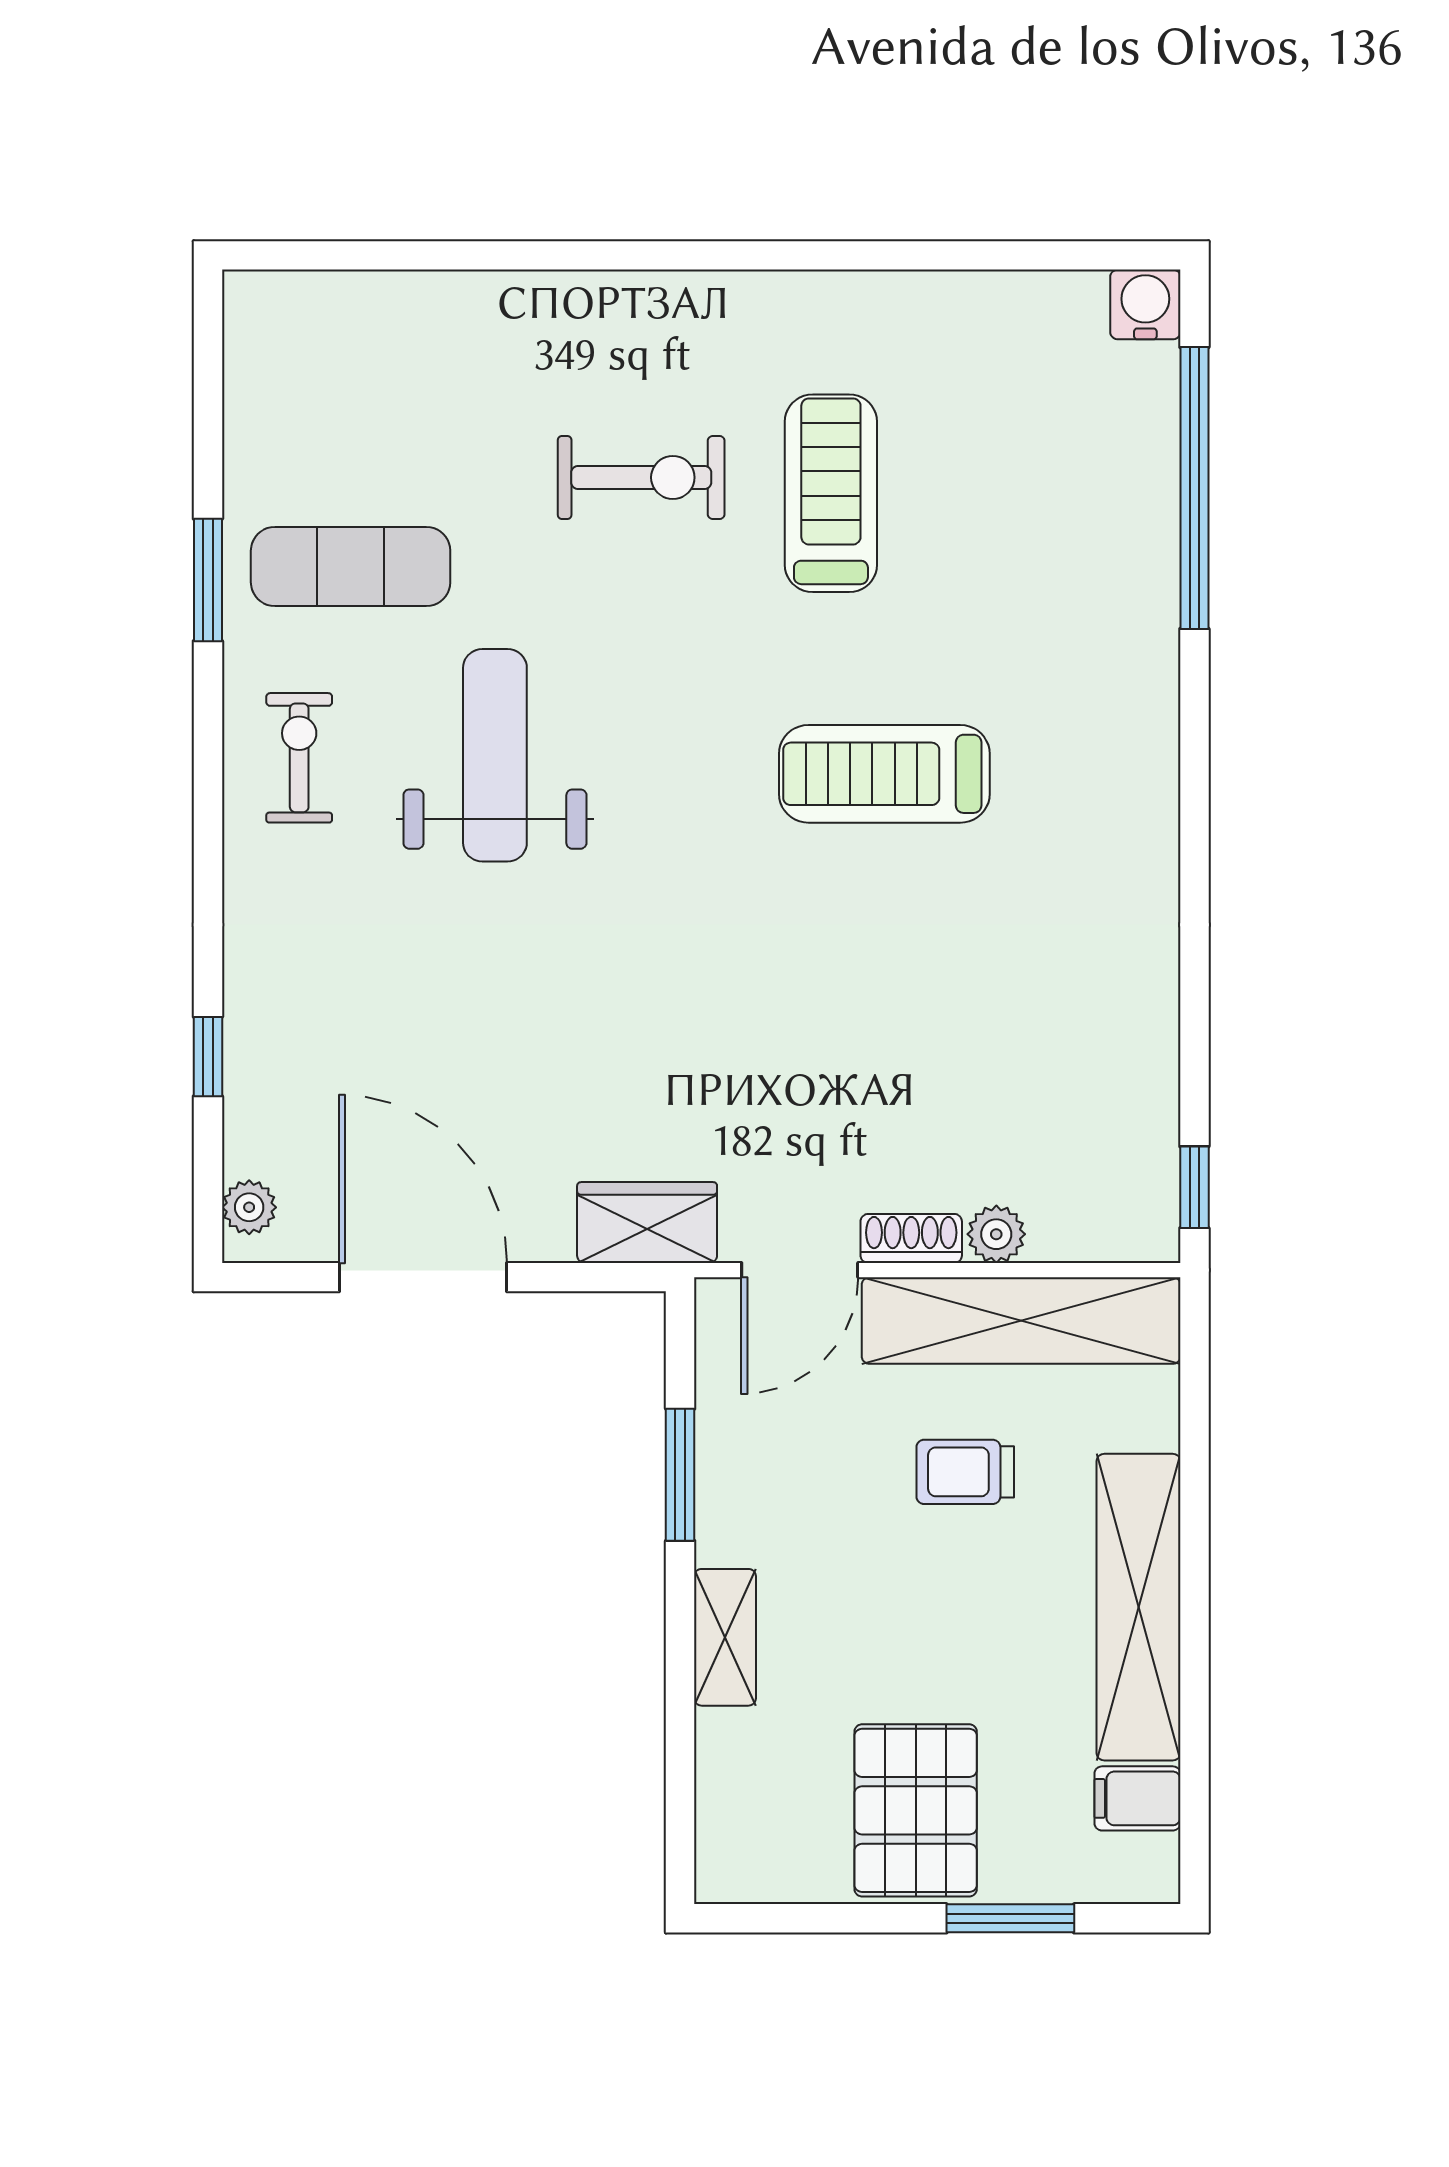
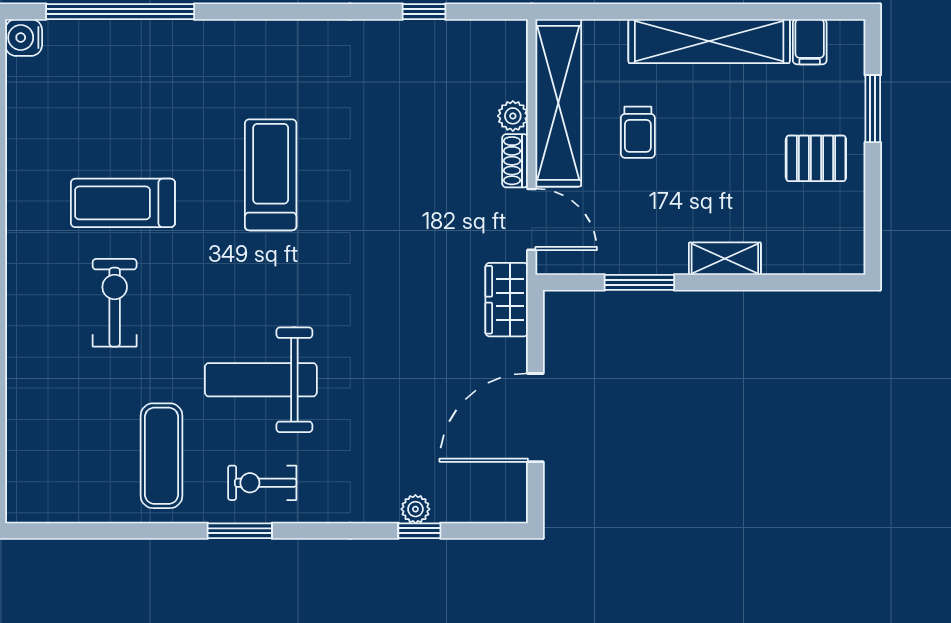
window: (208, 580) -> (240, 531), moved
treadmill: (884, 774) -> (271, 175), turned 180
window: (1194, 1187) -> (424, 12), moved
plant: (249, 1207) -> (415, 509), moved
pallet: (916, 1810) -> (816, 158), width x0.67, depth x0.71

